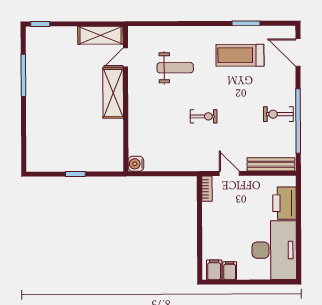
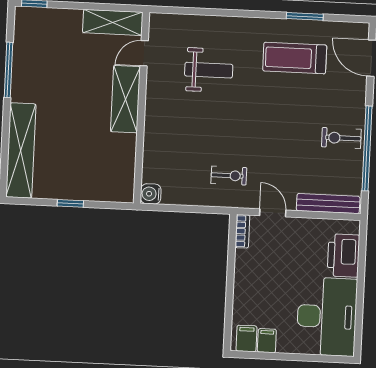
exercise bike: (204, 116) -> (229, 176), moved
shelving: (36, 136) -> (21, 150), added

